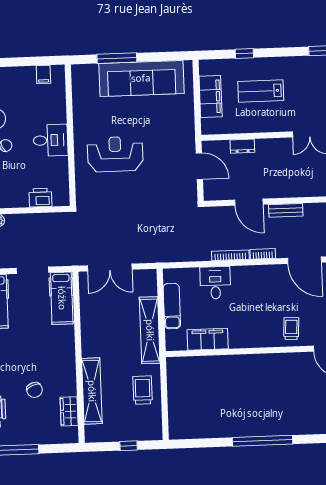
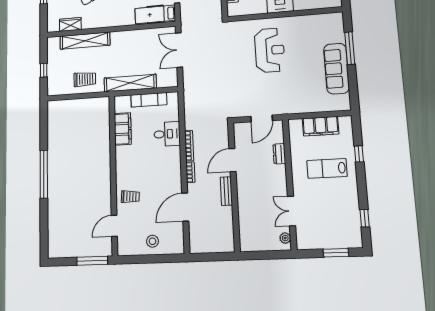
sofa: (141, 78) -> (336, 69), width x0.74, depth x0.79
lab bench: (261, 91) -> (327, 168), turned -90

